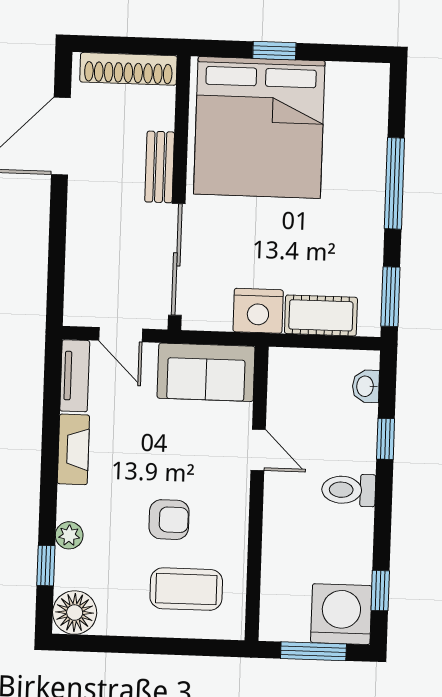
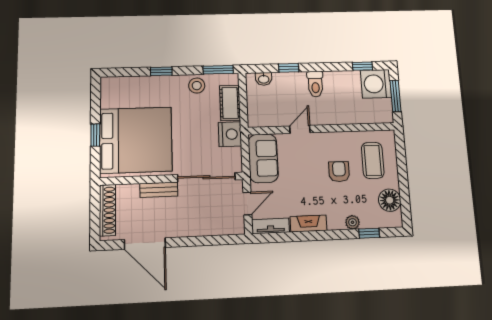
window: (394, 183) -> (161, 71), width x0.46
stool: (361, 252) -> (197, 86), added
floor lamp: (75, 613) -> (390, 200), moved

